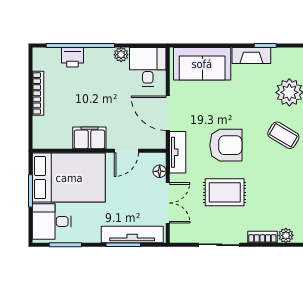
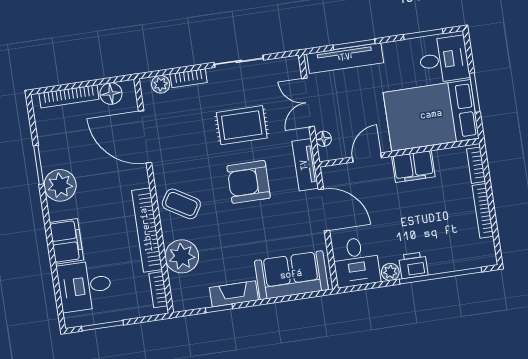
printer: (73, 57) -> (413, 265), moved
bookcase: (38, 131) -> (476, 165), added

